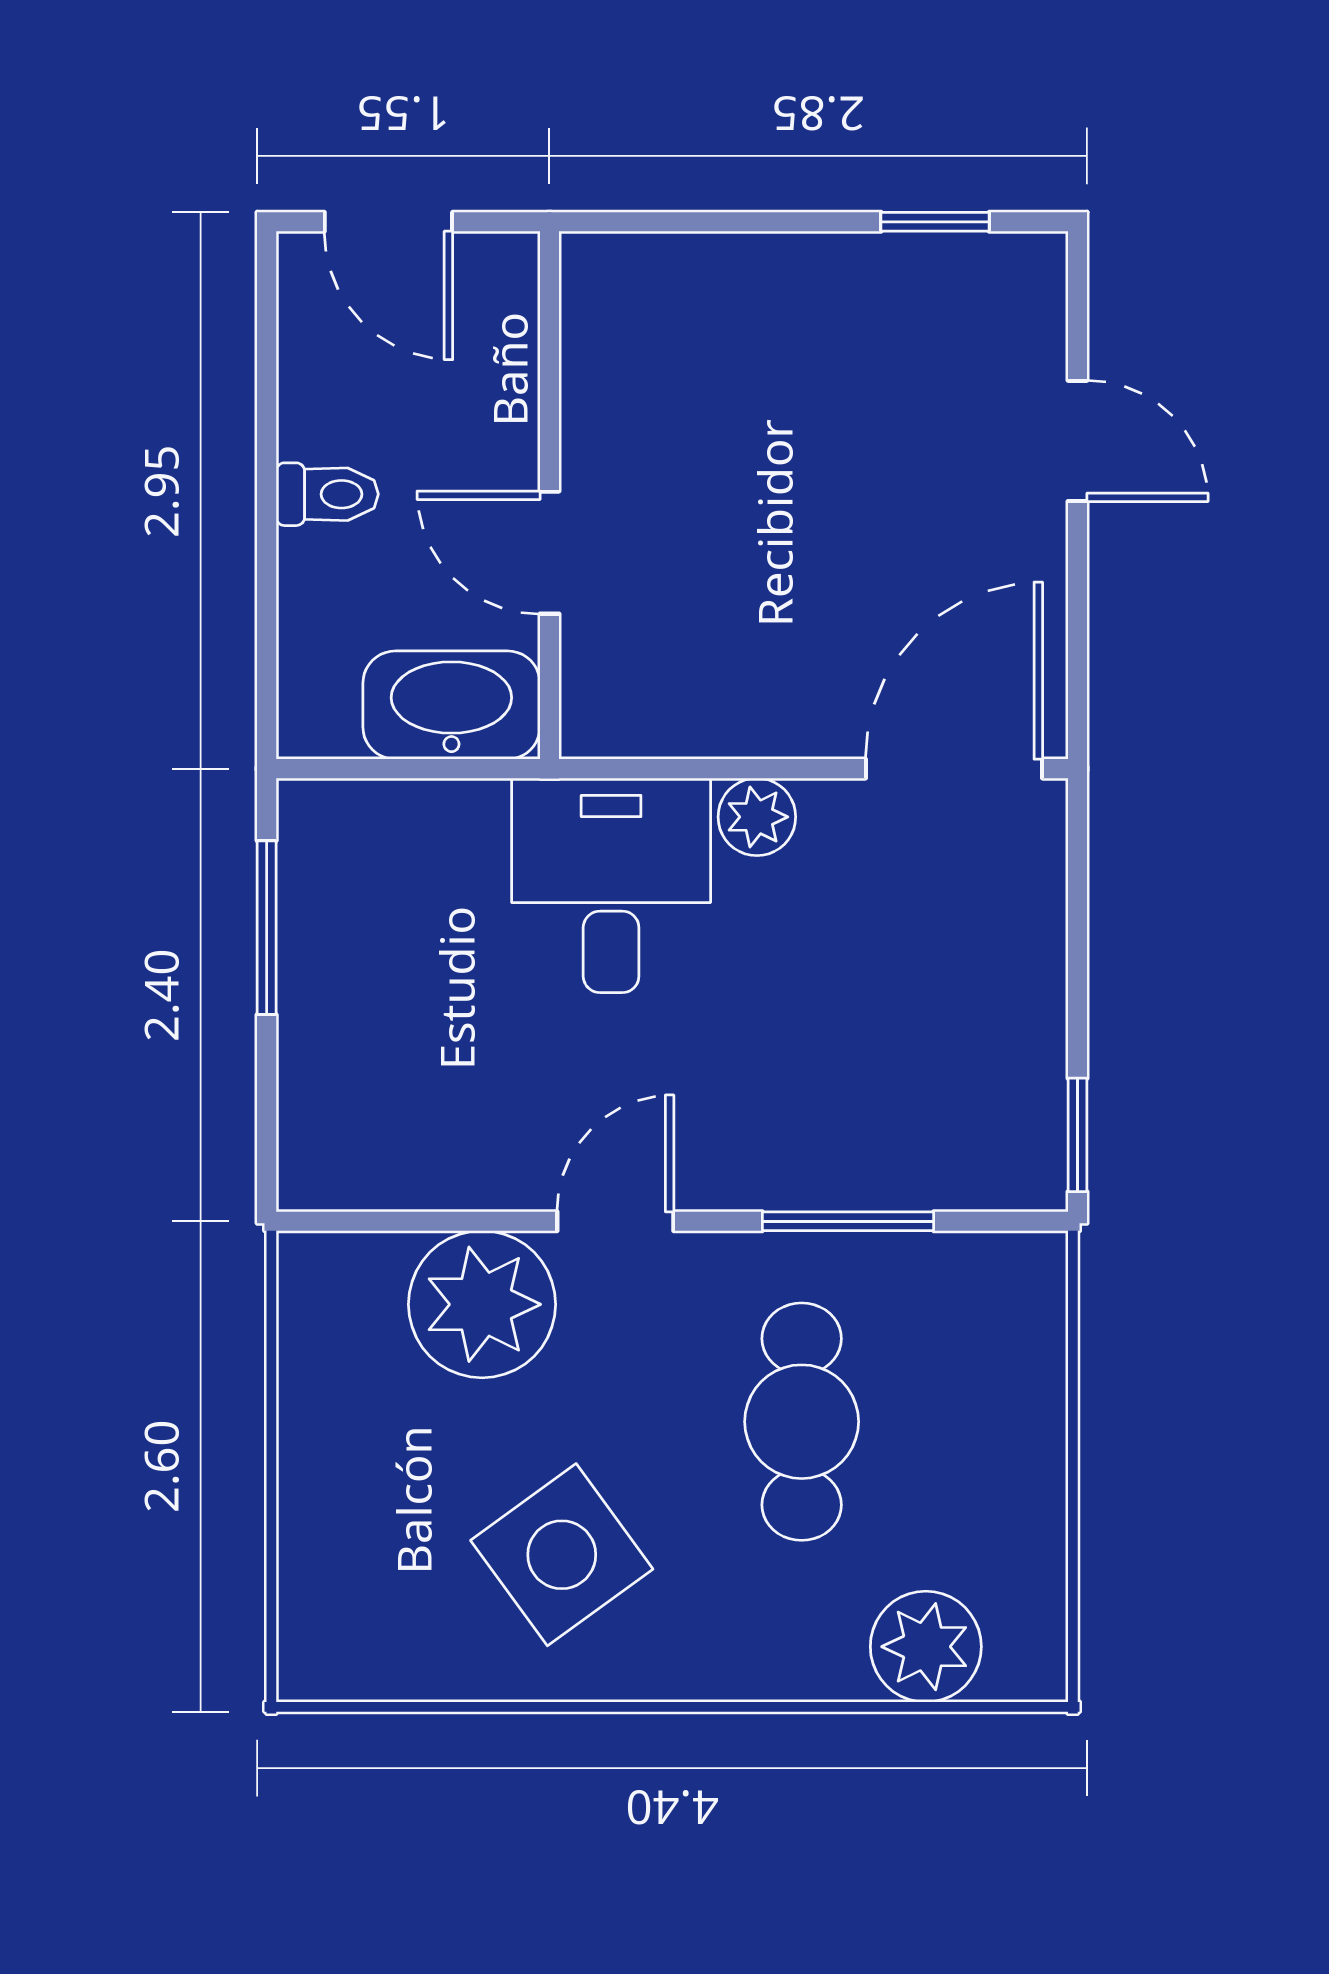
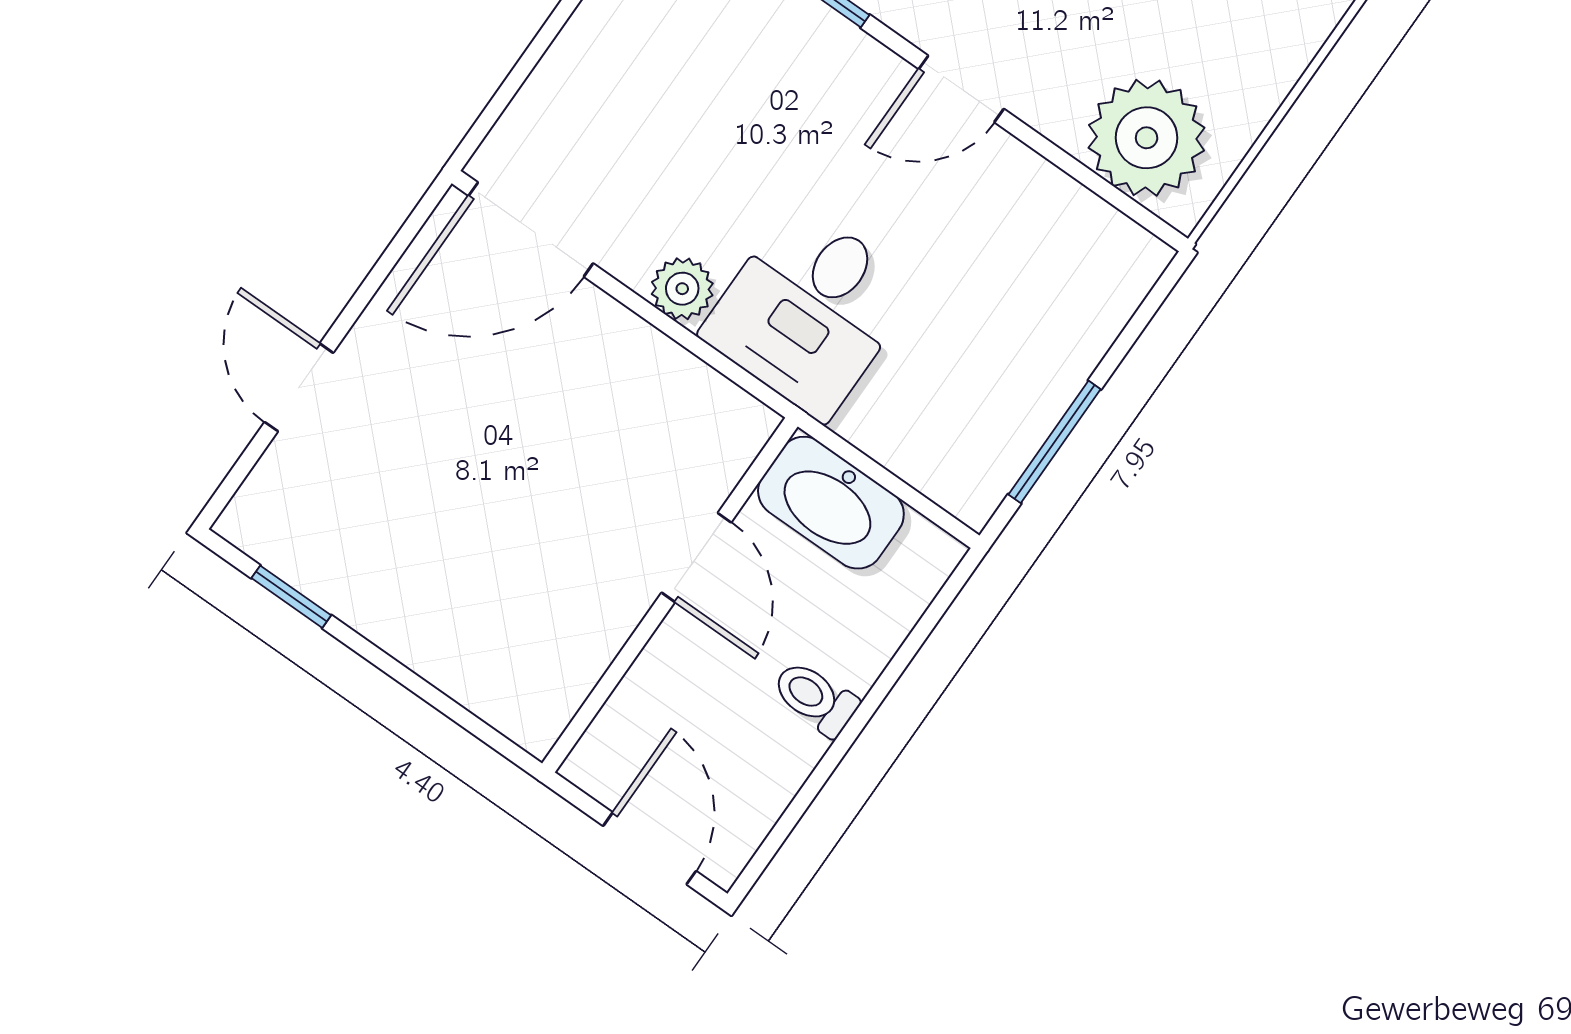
plant: (482, 1304) -> (1147, 138), moved

